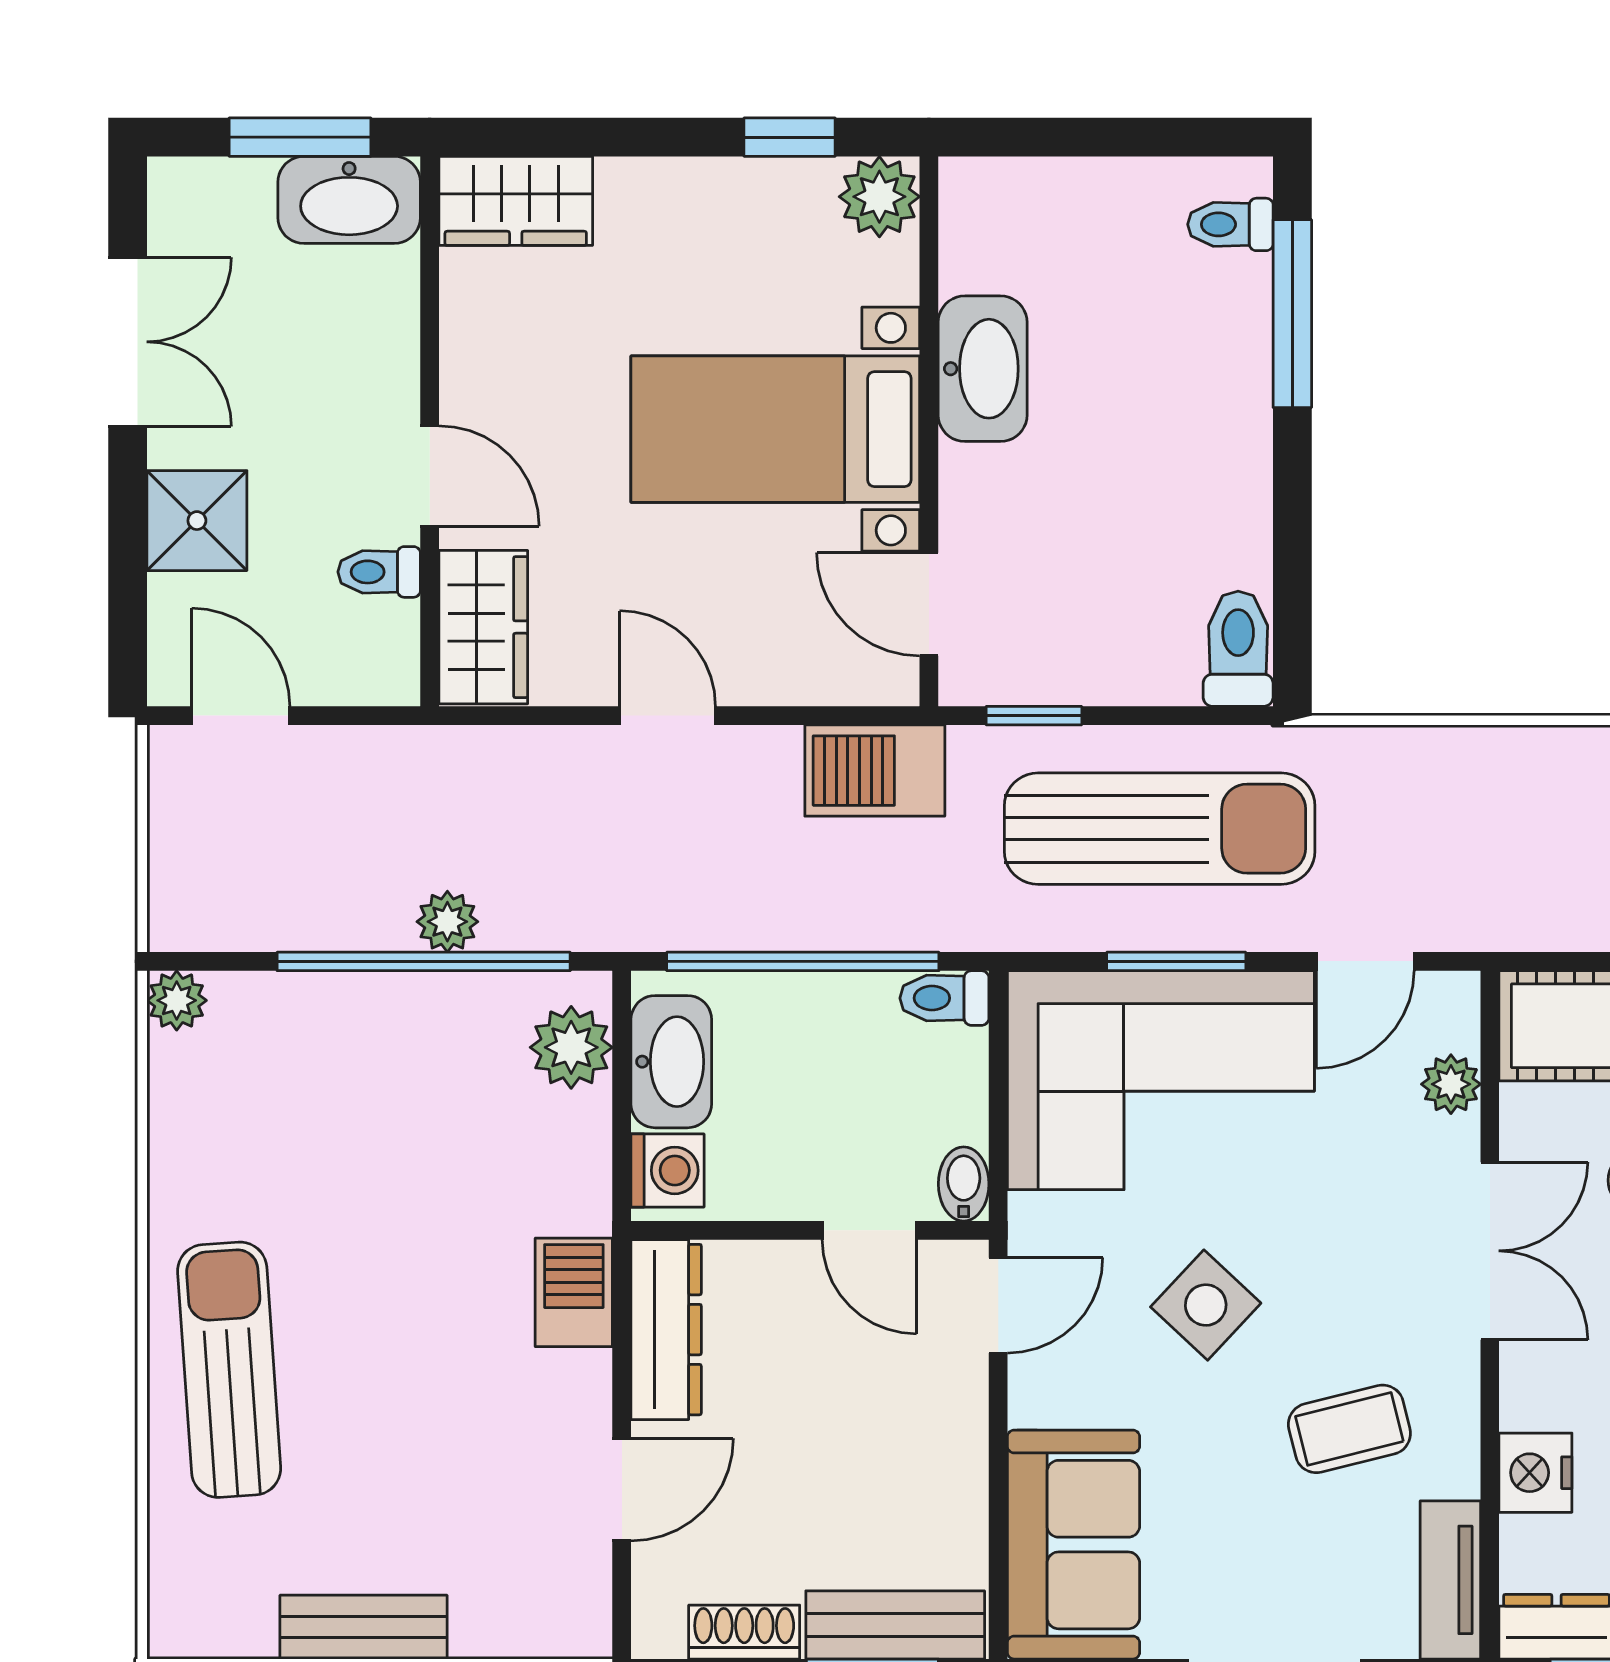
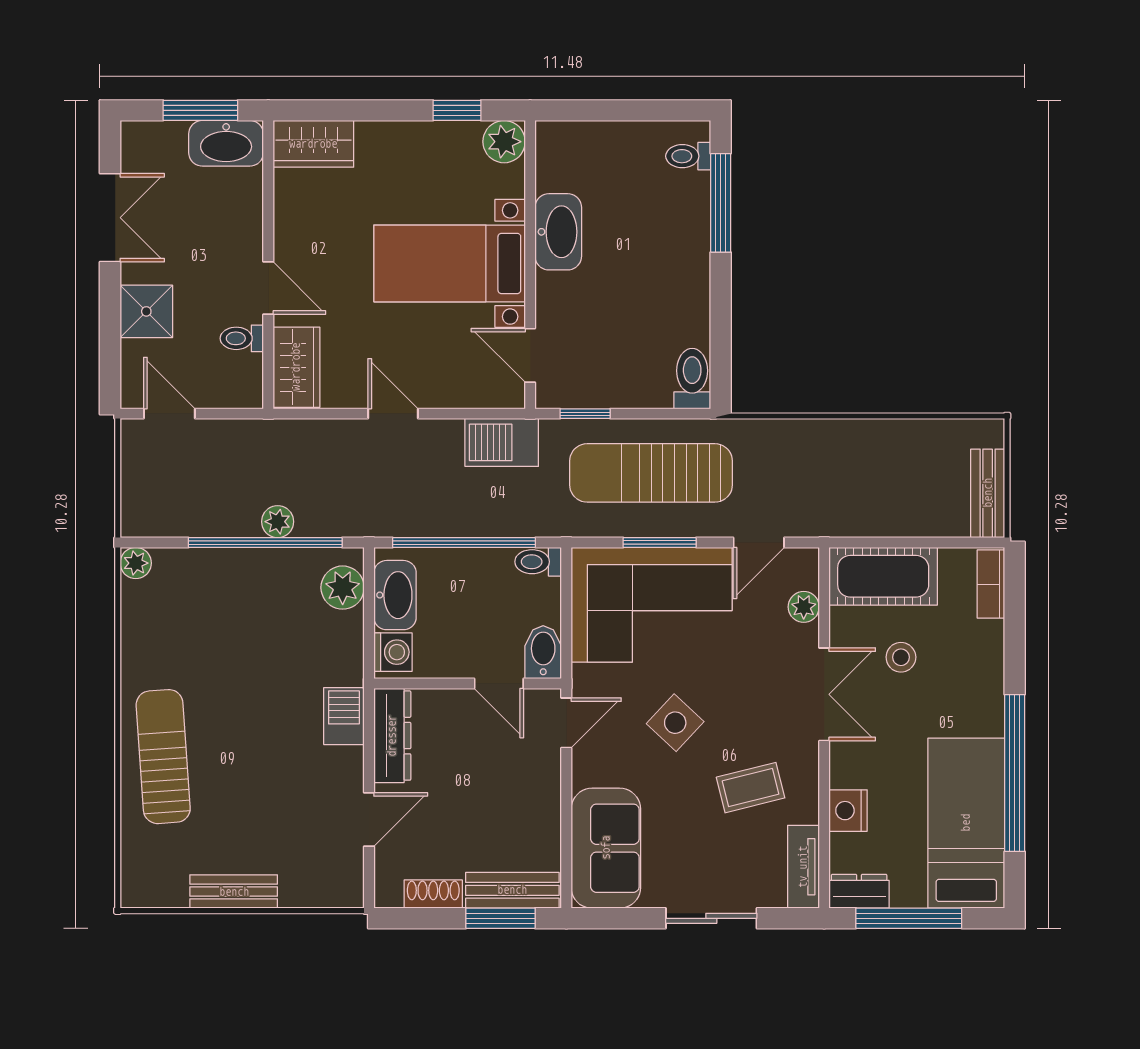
sun lounger: (1160, 829) -> (651, 473), turned 180
bidet: (964, 1184) -> (543, 652), width x1.38, depth x1.36

